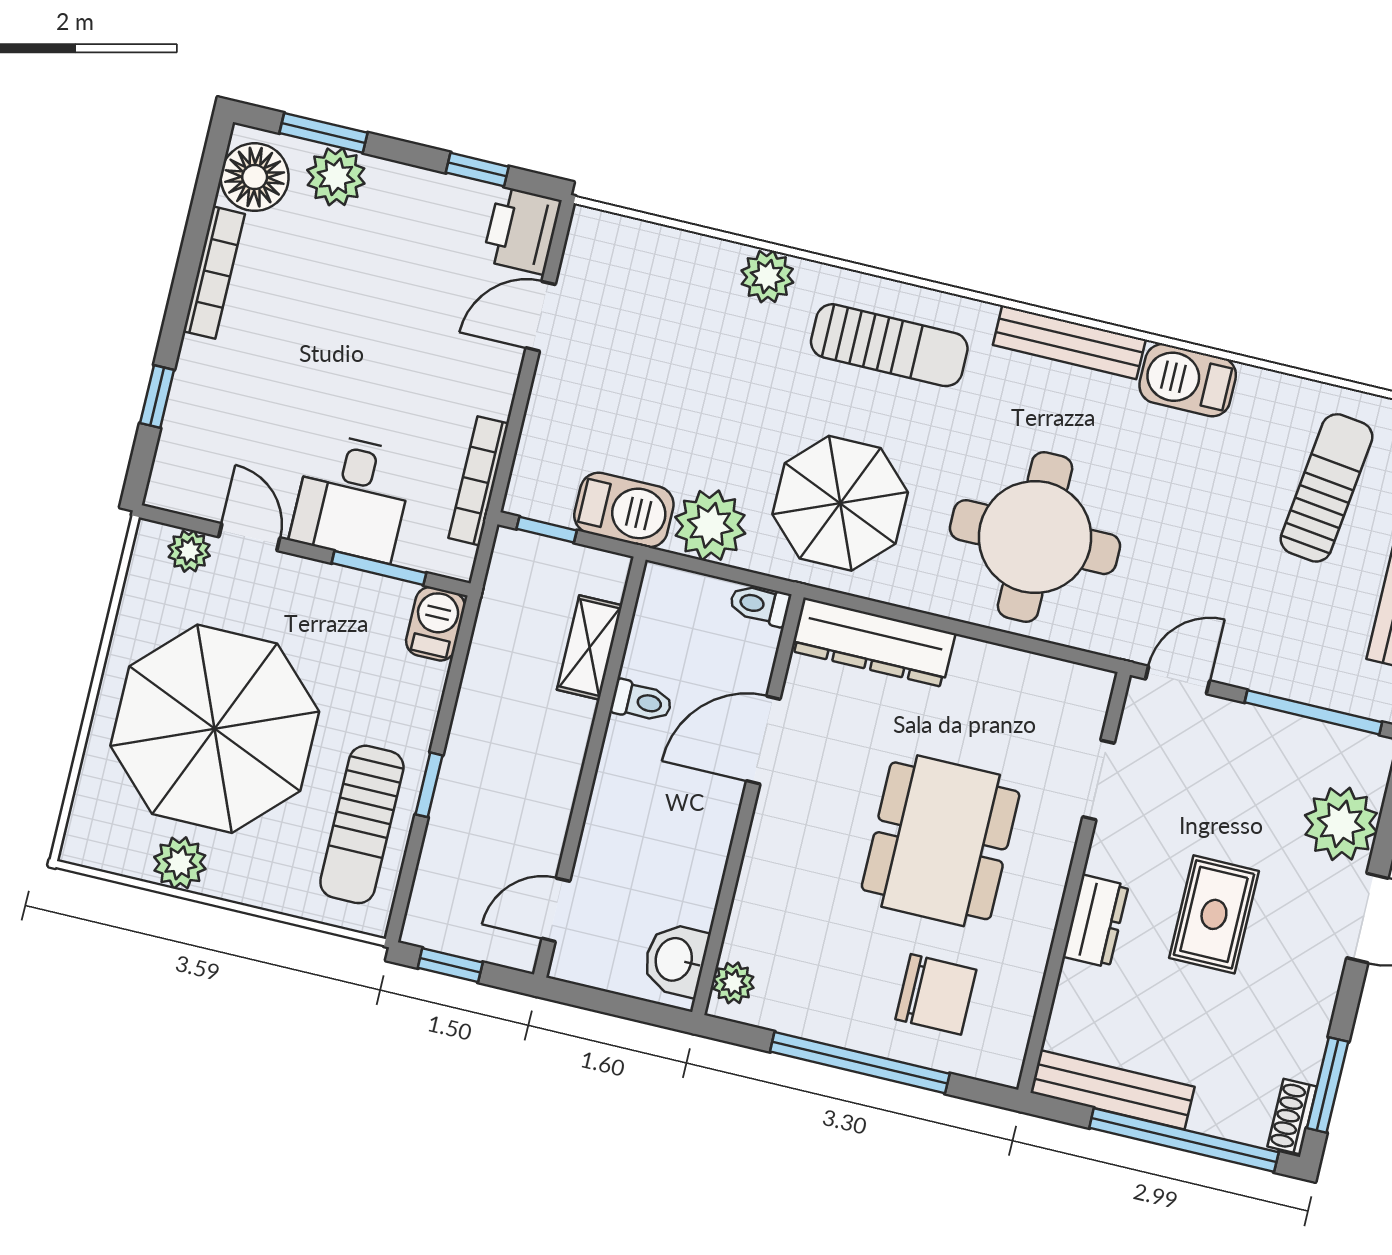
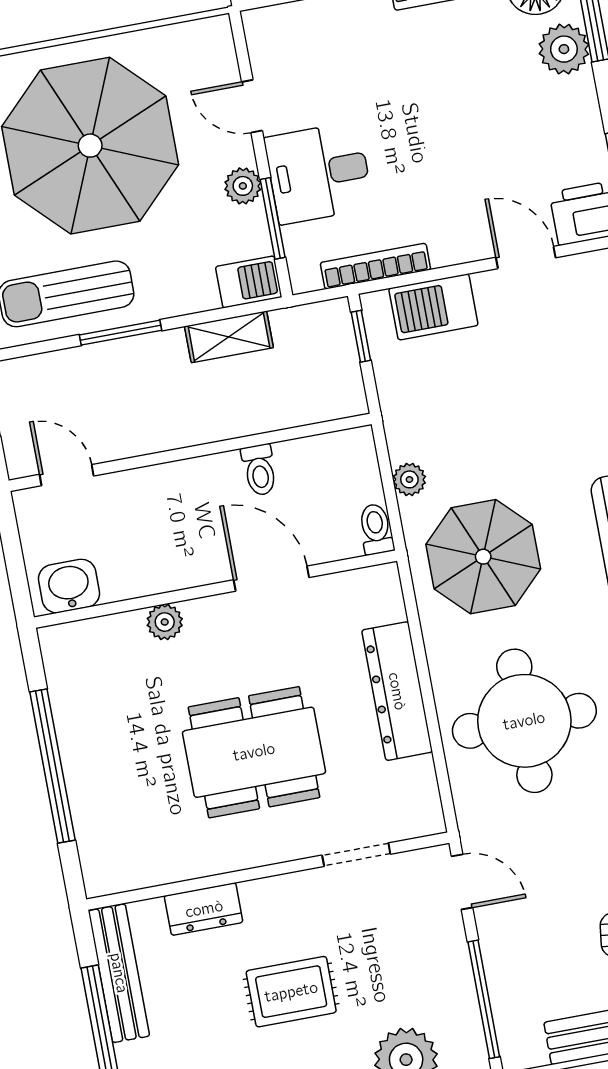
barbecue: (624, 510) -> (433, 307), moved, turned 90
plant: (710, 525) -> (409, 479), width x0.53, depth x0.53
door: (249, 537) -> (252, 106), swing flipped
plant: (189, 551) -> (243, 186), moved
dresser: (873, 642) -> (397, 691), moved
shelving: (590, 647) -> (229, 337), moved
window: (429, 785) -> (120, 333), width x1.50
dresser: (1096, 921) -> (204, 909), moved
plant: (733, 983) -> (165, 622), moved
chair: (936, 994) -> (132, 802), removed

